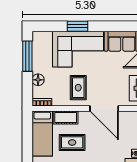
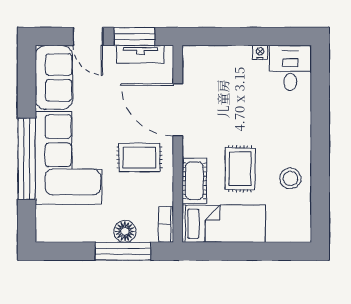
window: (78, 26) -> (27, 159), width x2.11
window: (27, 56) -> (123, 251), moved
door: (104, 108) -> (178, 110), swing flipped

